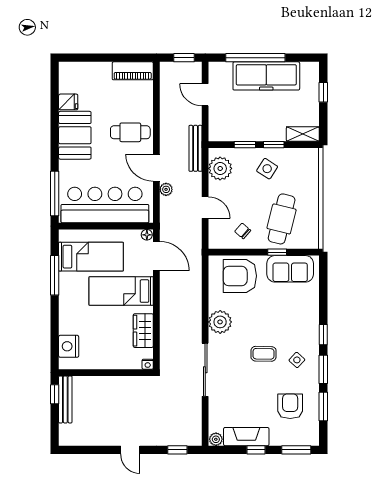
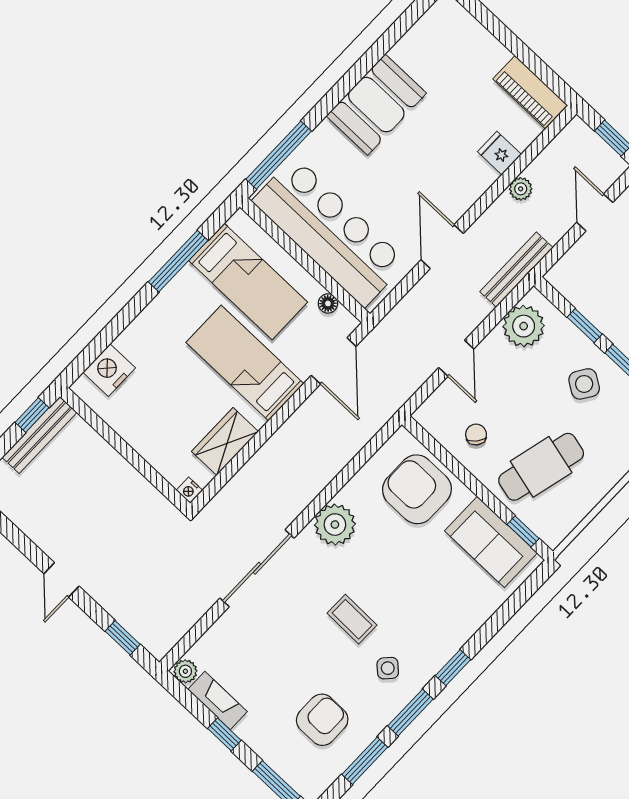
fridge: (68, 102) -> (499, 153), moved, turned 180
cafe table: (130, 132) -> (452, 169), removed
plant: (166, 189) -> (521, 189), moved
floor lamp: (147, 235) -> (328, 303), moved
window: (277, 252) -> (523, 531), moved
fireplace: (246, 437) -> (217, 701), width x0.73, depth x0.76

